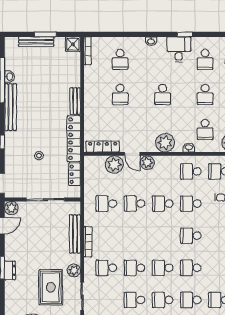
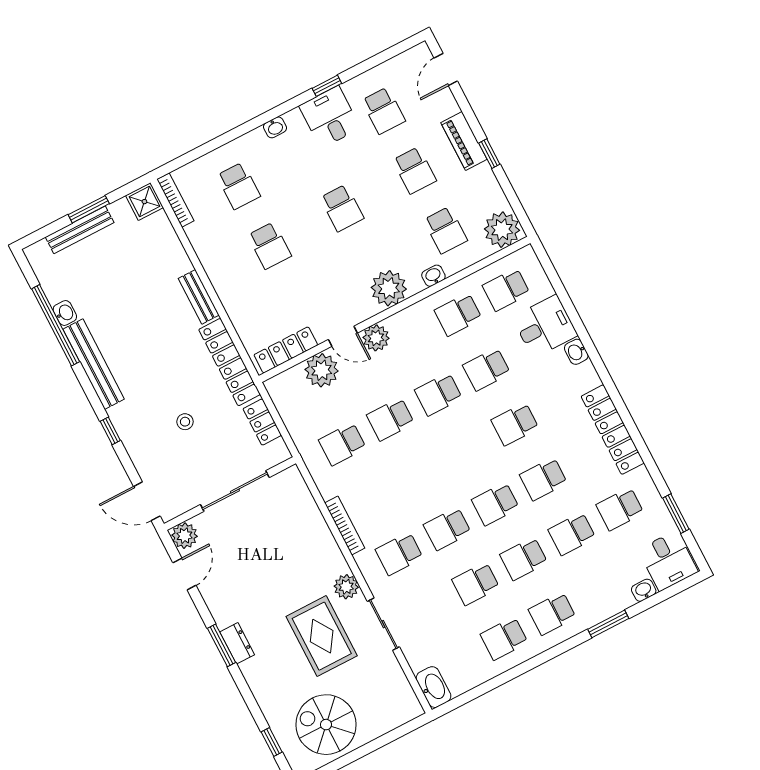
bench: (75, 234) -> (316, 524), removed

